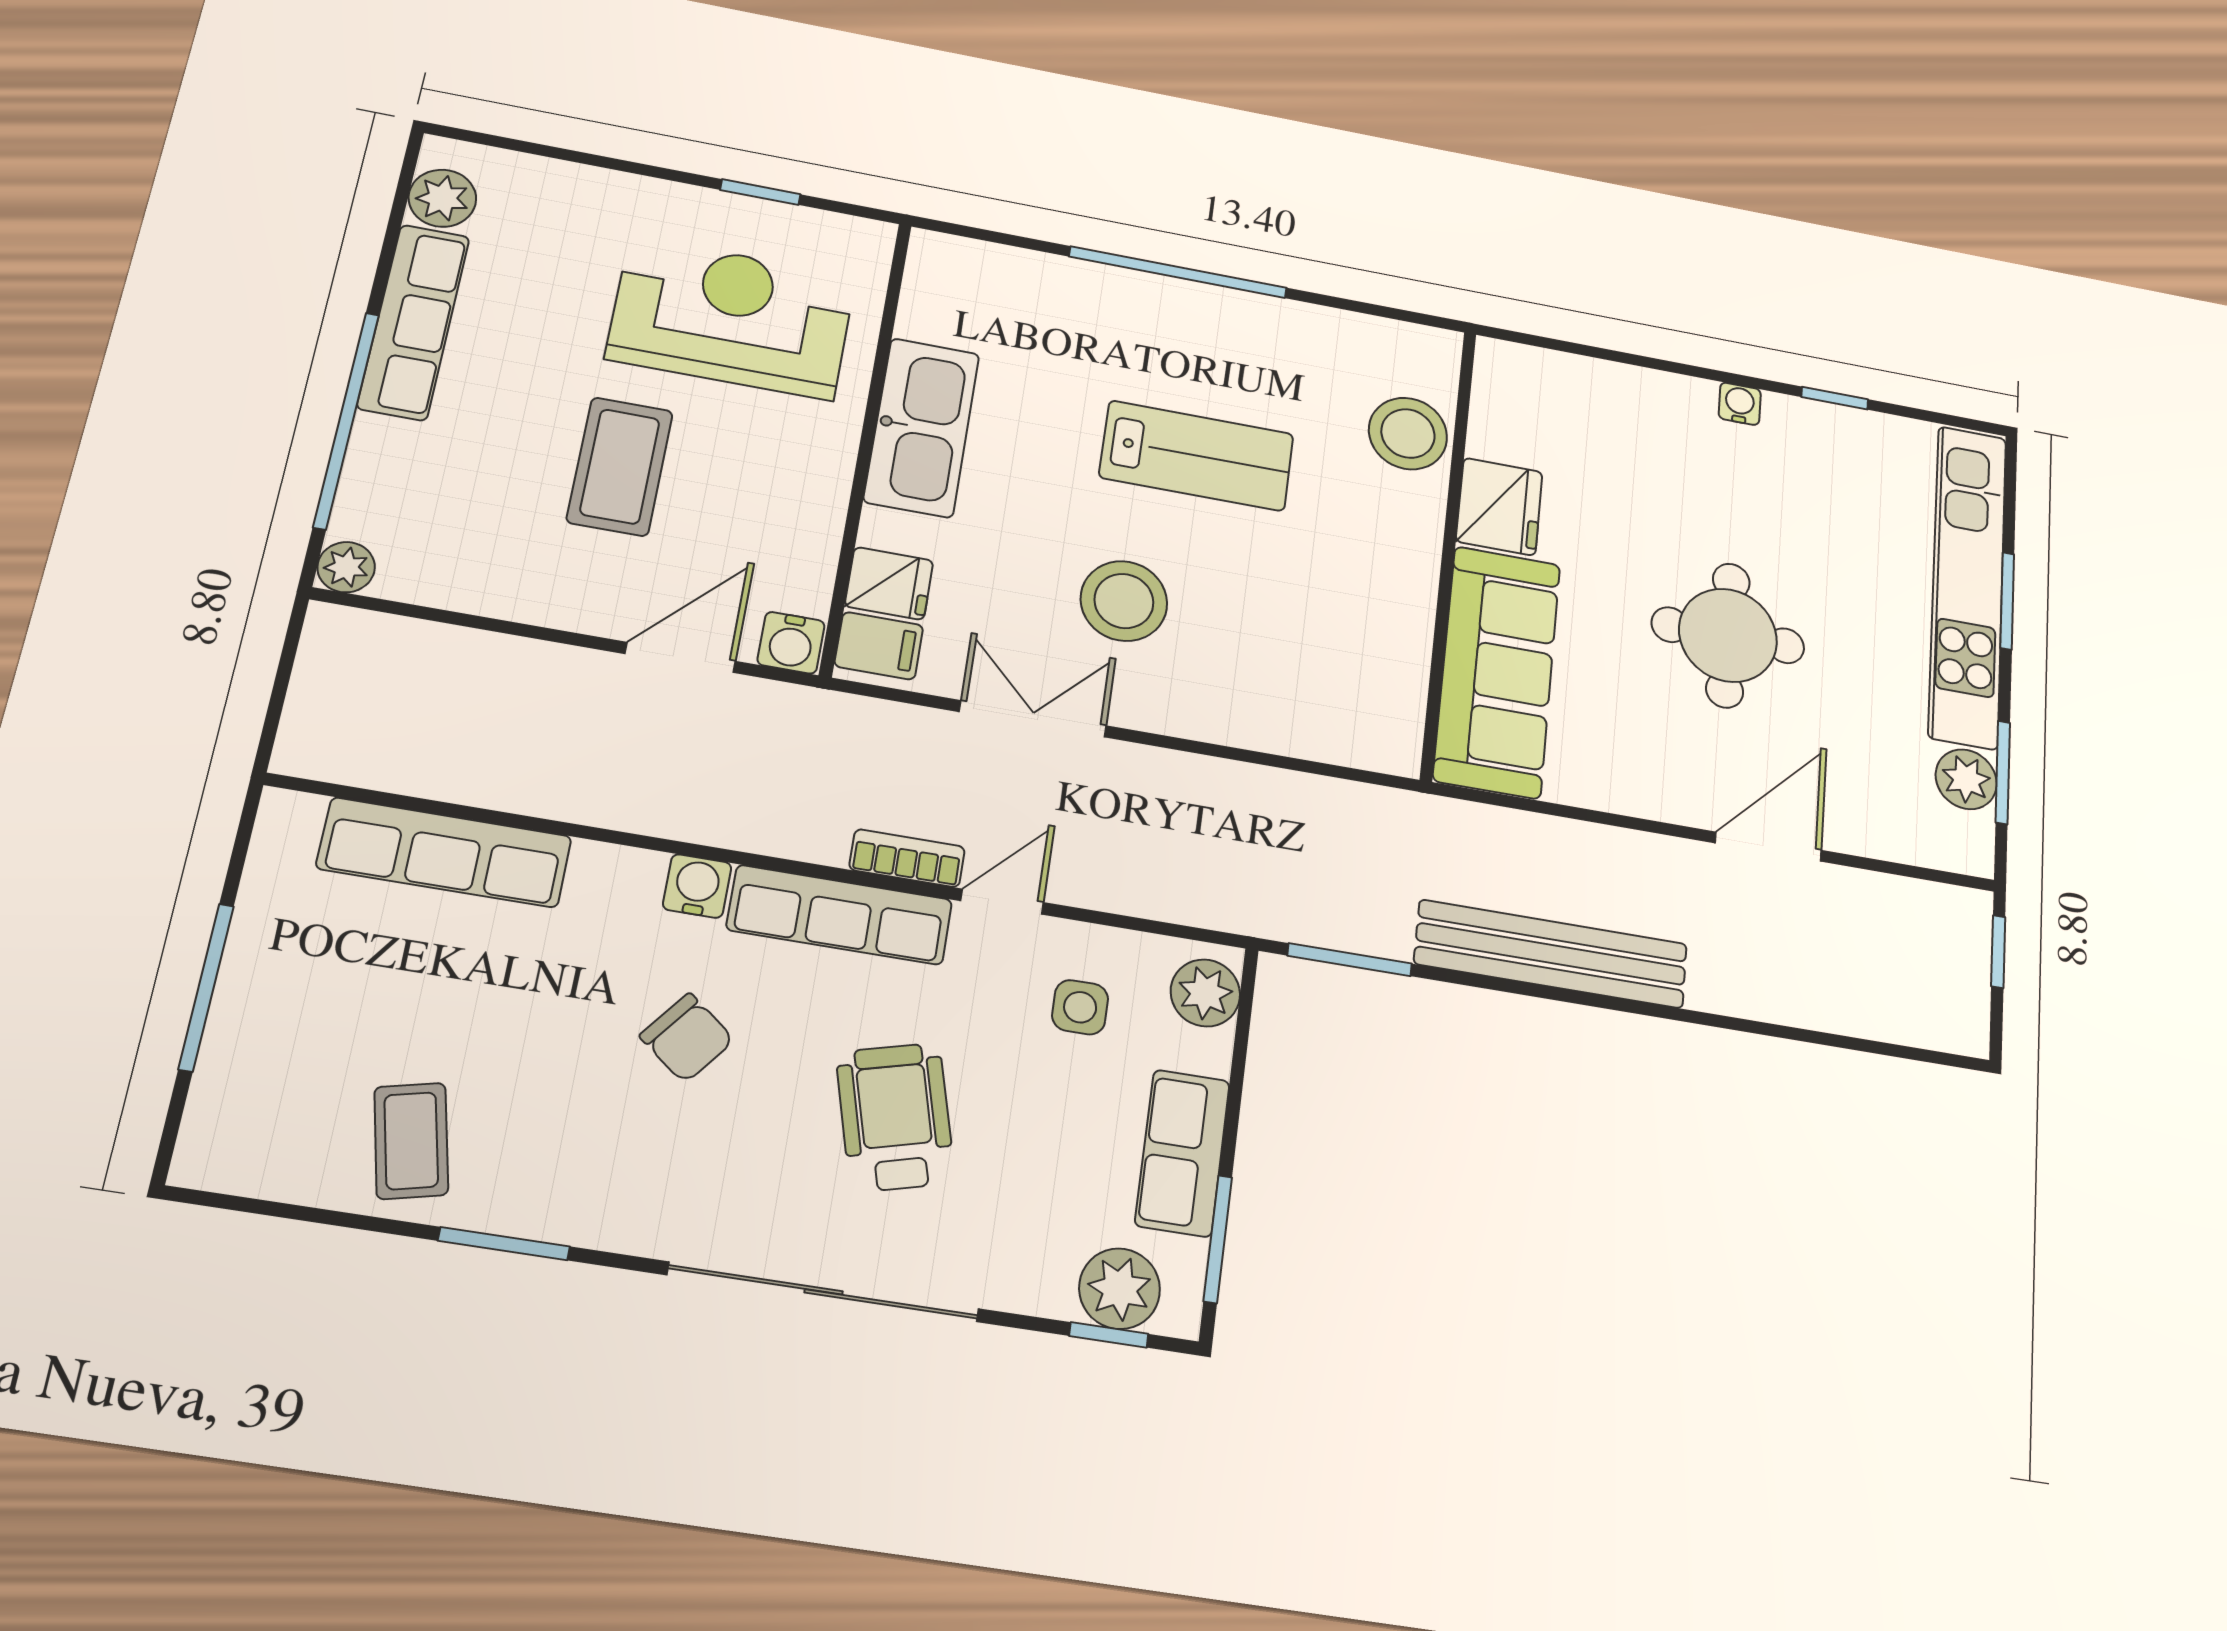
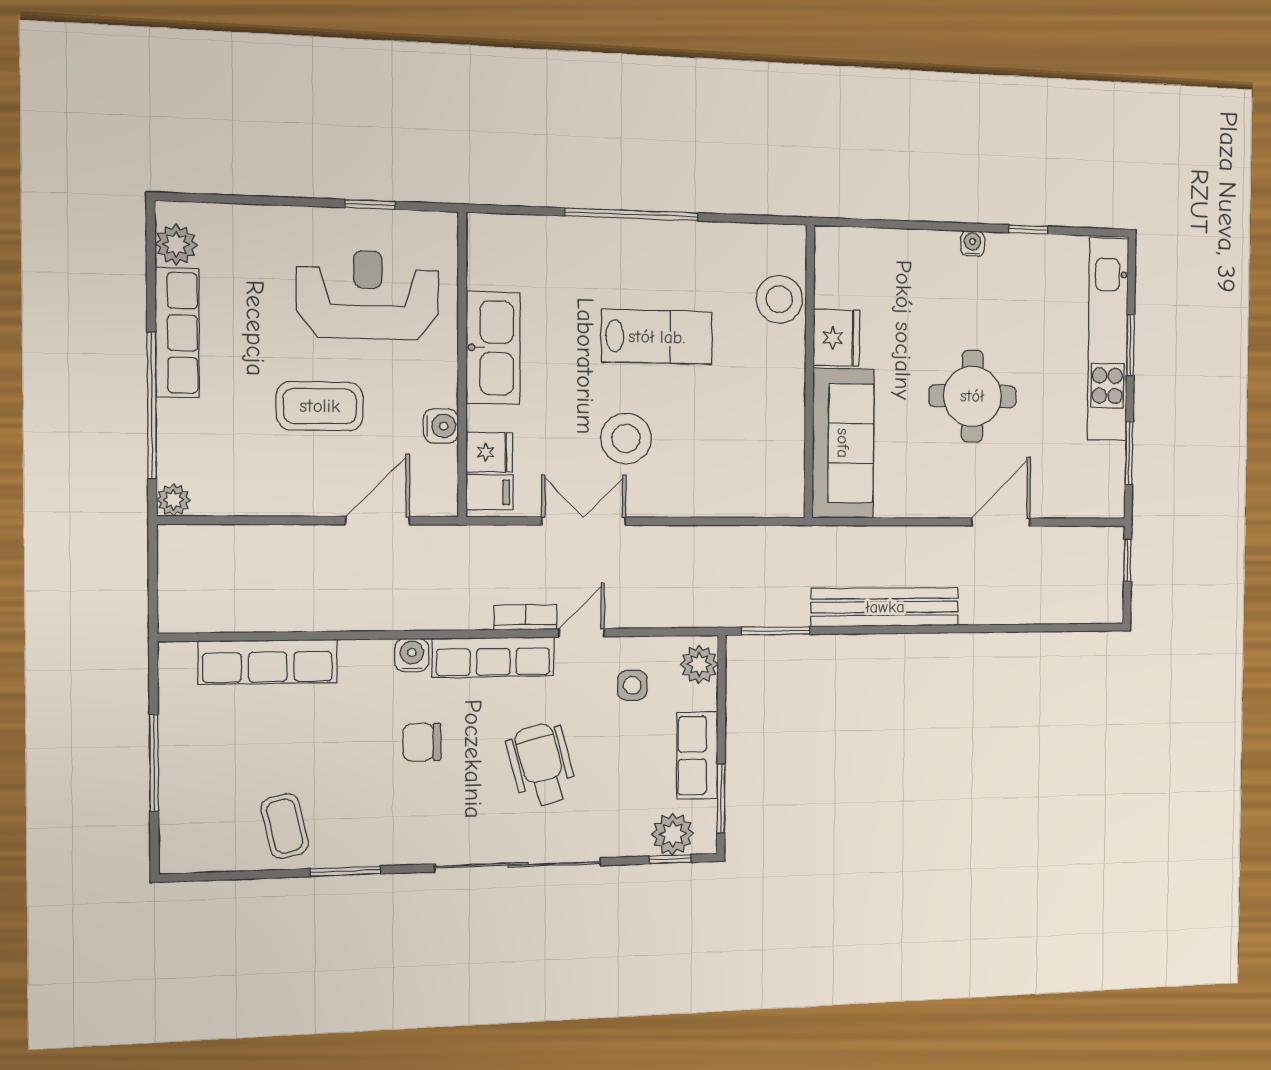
coffee table: (620, 466) -> (320, 406), turned 90
water cooler: (791, 643) -> (441, 426), moved, turned -90
plant: (1966, 779) -> (1109, 461), removed
chair: (687, 1038) -> (422, 742), turned 142

